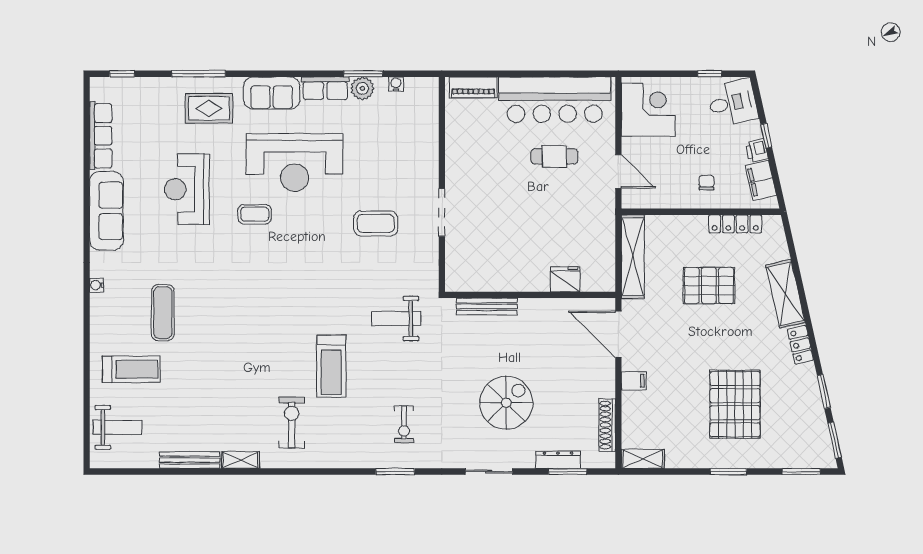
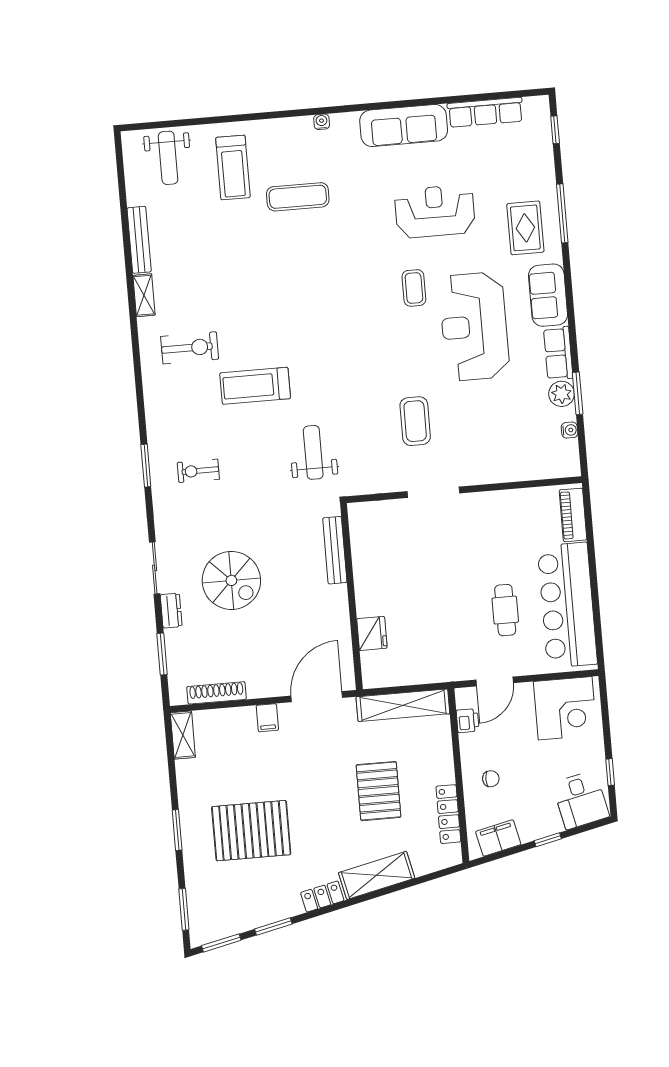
printer: (757, 150) -> (468, 721), moved, turned 103
dresser: (558, 460) -> (171, 611), moved, width x0.70

